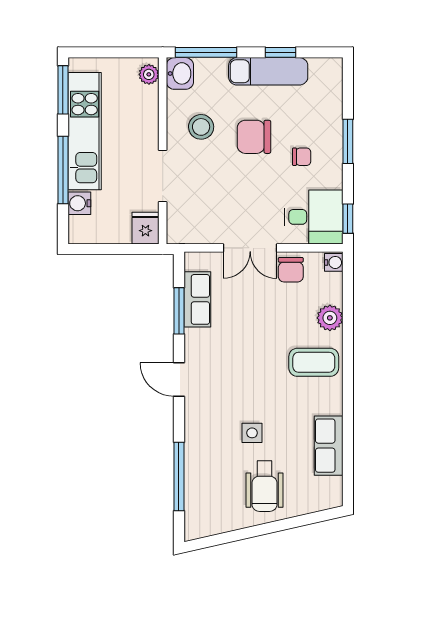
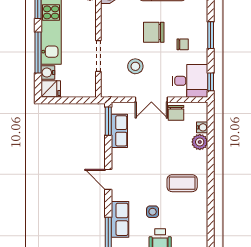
stool: (201, 127) -> (135, 66), moved
fridge: (145, 228) -> (51, 89), moved, turned 90
water cooler: (334, 262) -> (202, 127), moved
window: (179, 311) -> (108, 121), moved
coffee table: (314, 362) -> (182, 183), moved
row of seats: (329, 446) -> (120, 219), moved, turned 180

